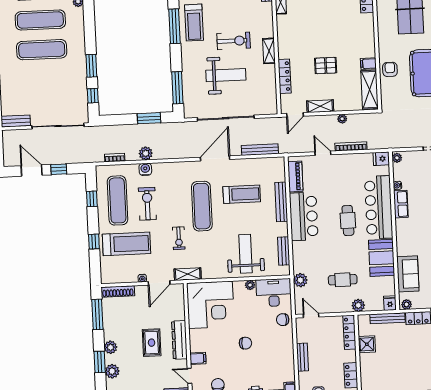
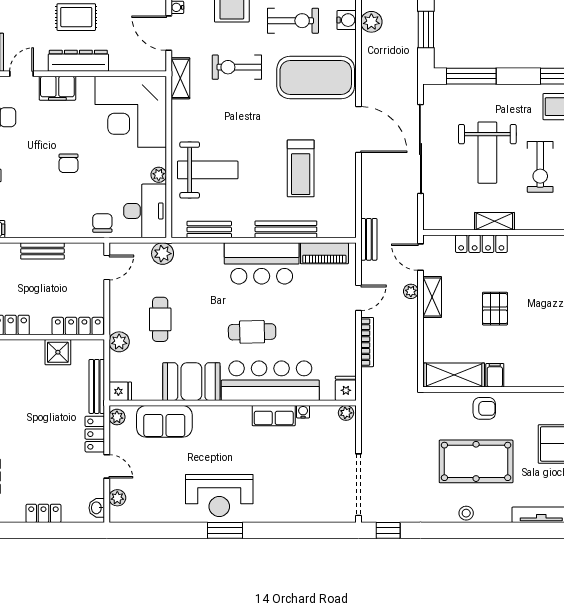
shelving: (269, 51) -> (494, 221), moved
plant: (342, 119) -> (411, 291), moved
bench: (260, 150) -> (369, 239), moved, width x0.73
exercise mat: (202, 206) -> (316, 78), moved, width x1.47
exercise bike: (179, 238) -> (237, 67), width x1.38, depth x1.39
filing cabinet: (198, 358) -> (57, 88), width x2.00

